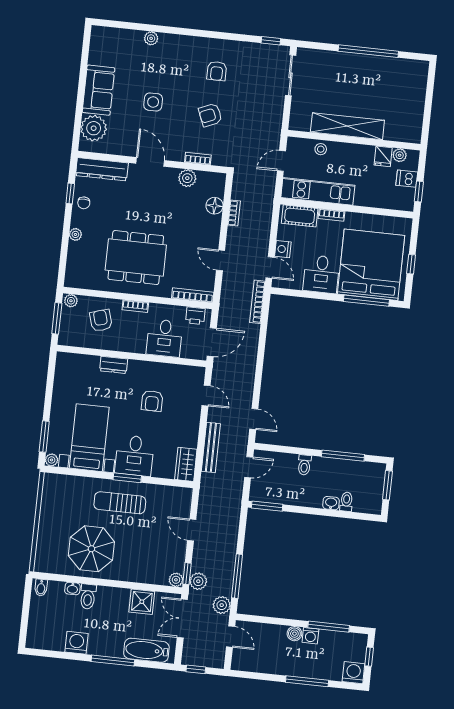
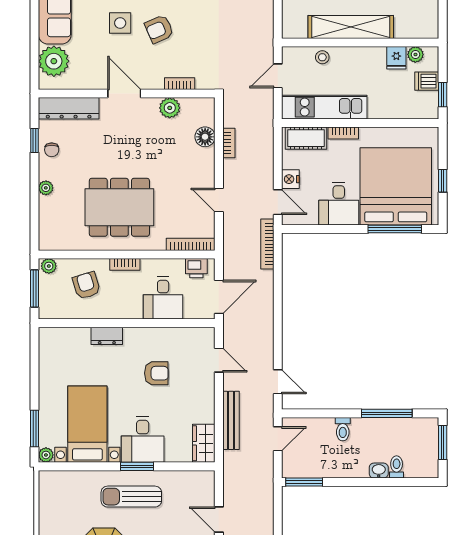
armchair: (210, 115) -> (159, 29), moved
armchair: (152, 401) -> (156, 373), turned -90

